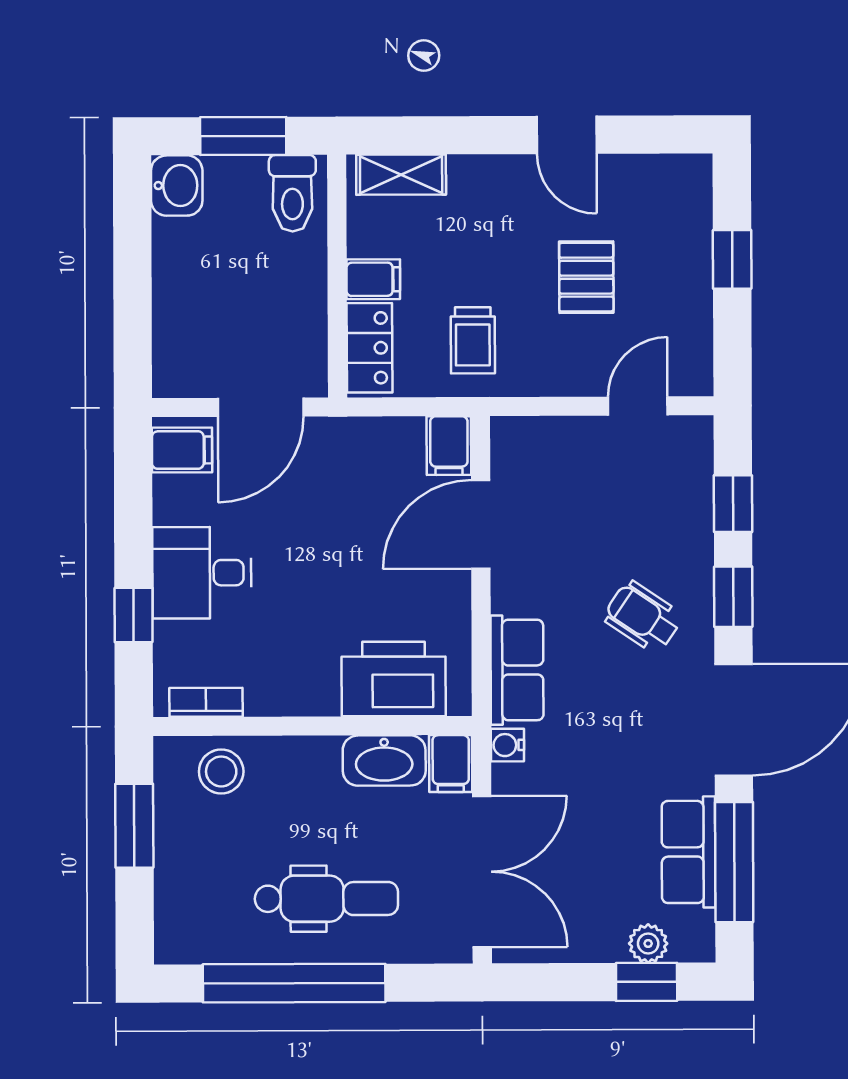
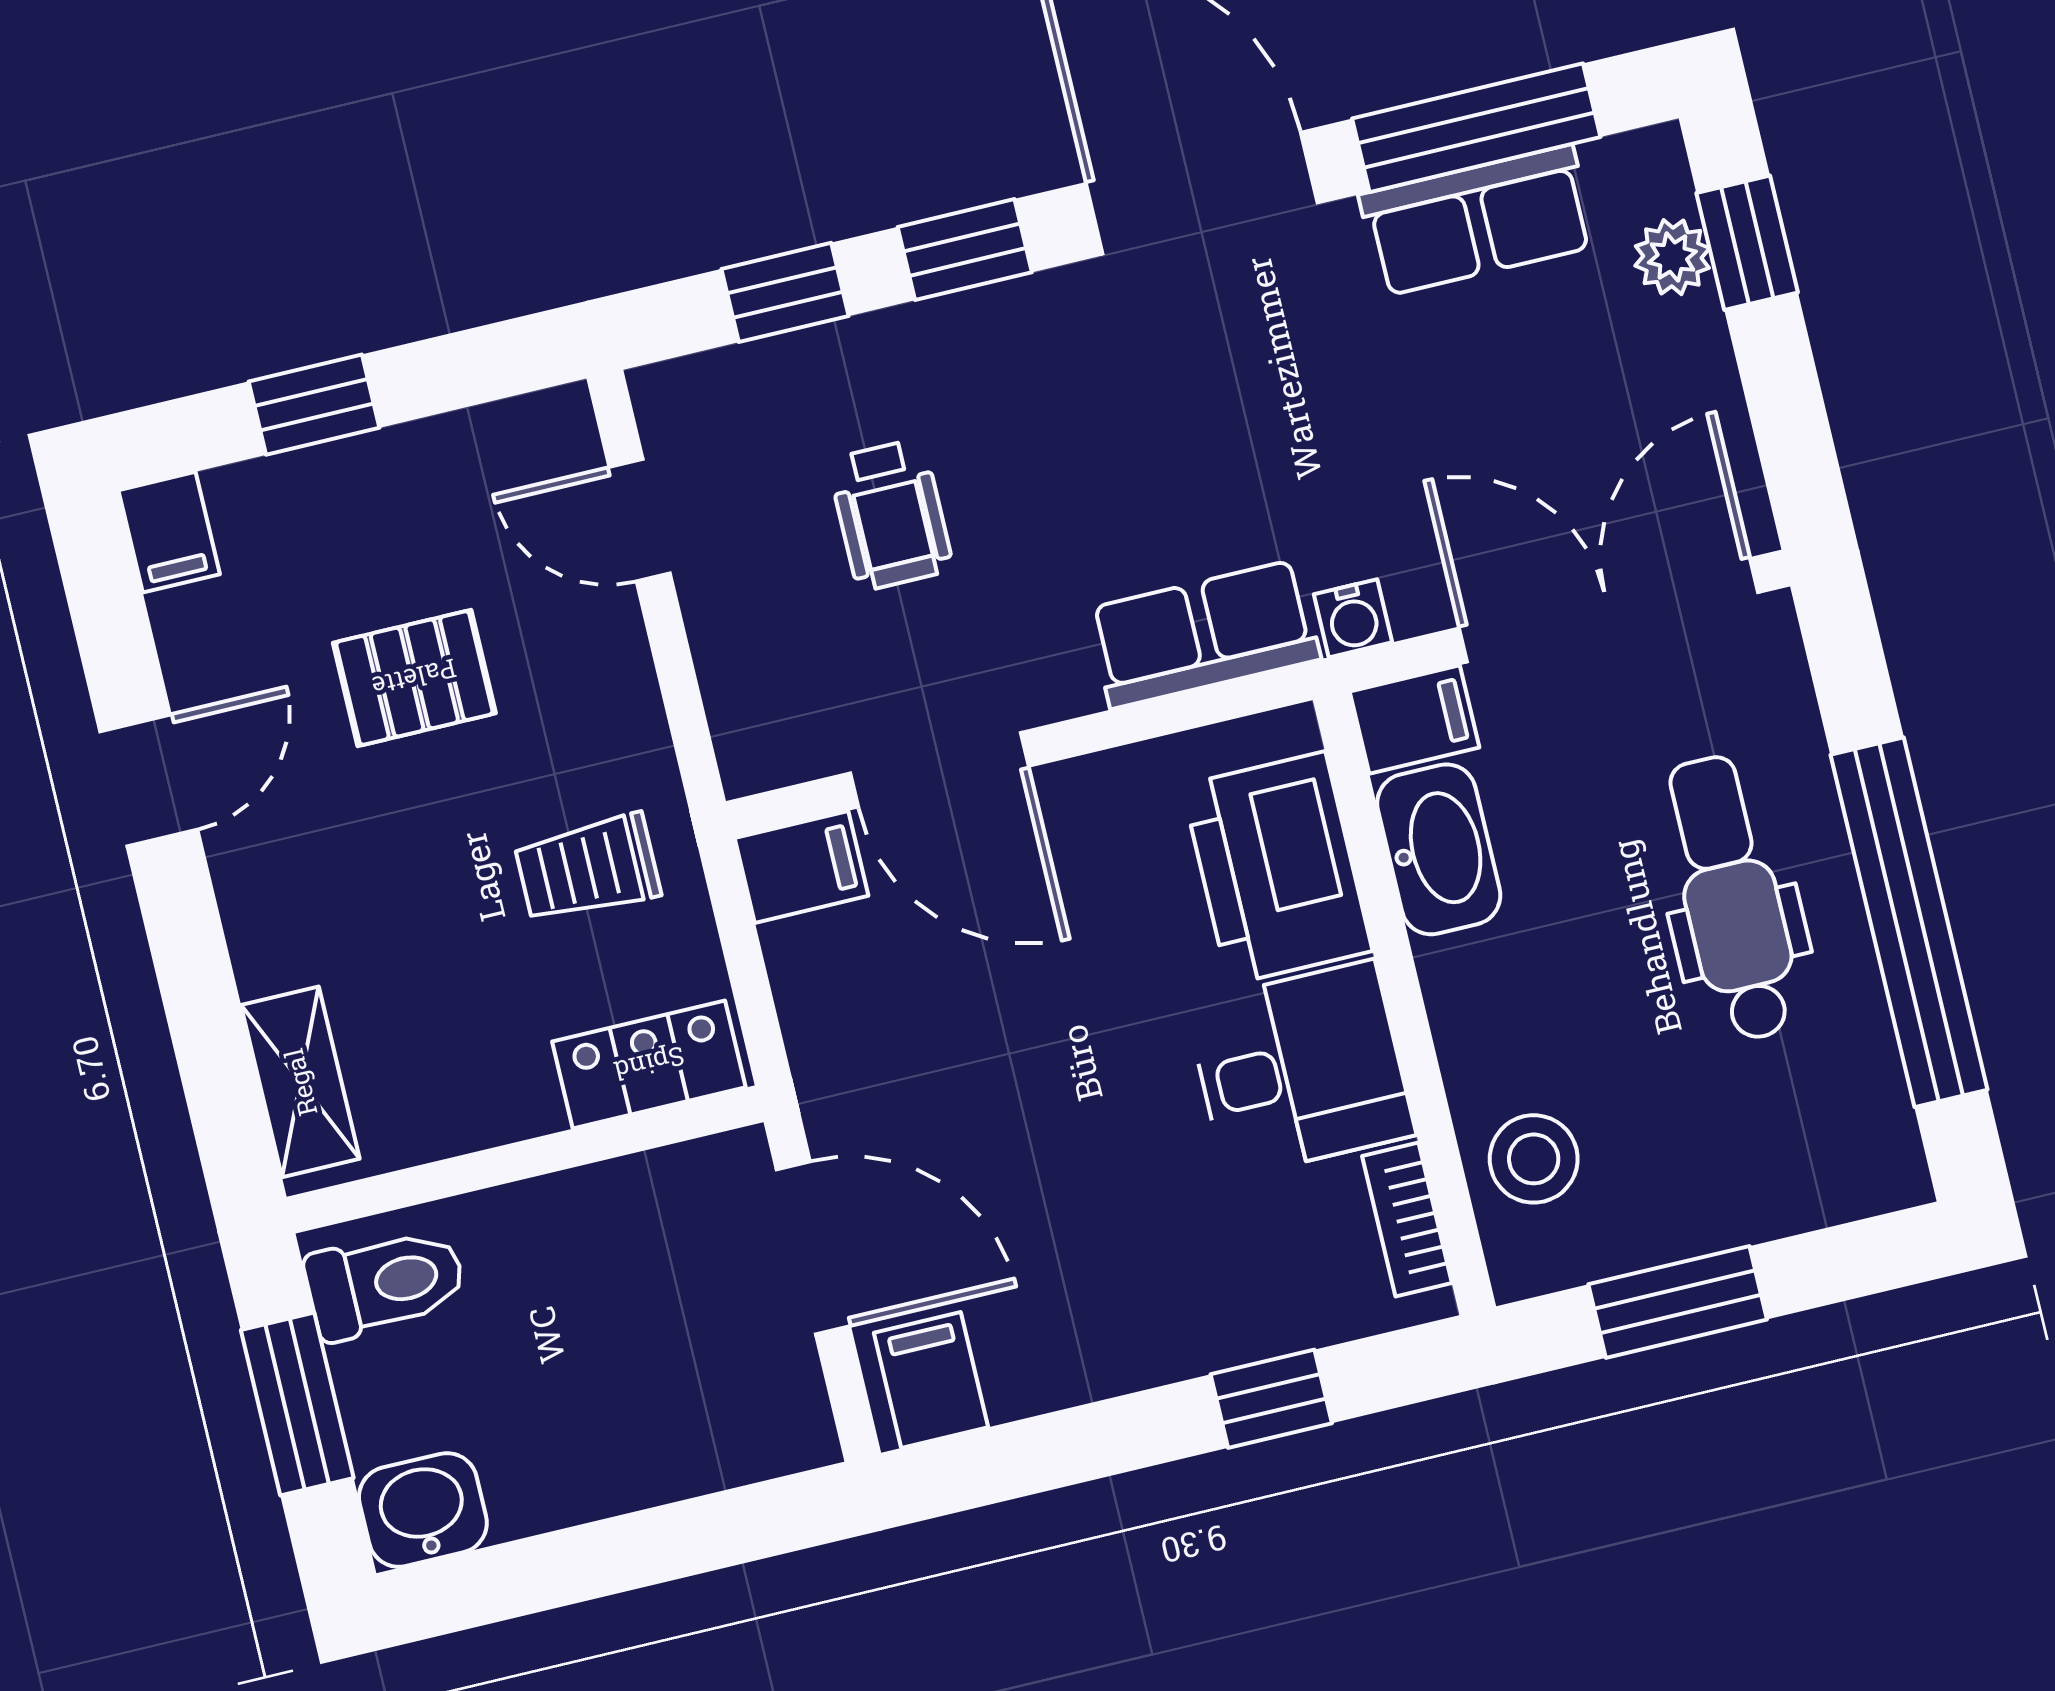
filing cabinet: (373, 279) -> (169, 532), moved, turned 180
trolley: (473, 340) -> (588, 868), turned 180
desk: (202, 573) -> (1300, 1069), moved, turned -90
wheelchair: (643, 617) -> (891, 515), moved, turned -34

